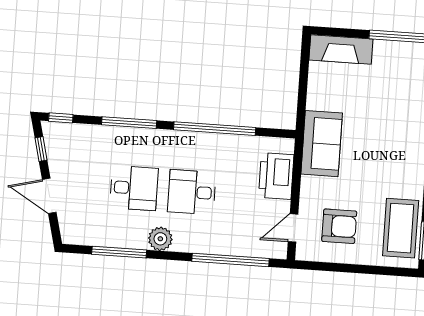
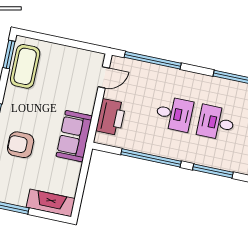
armchair: (339, 226) -> (21, 145), moved
plant: (160, 239) -> (202, 83), removed

